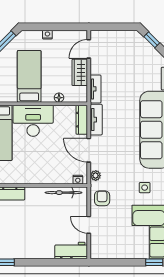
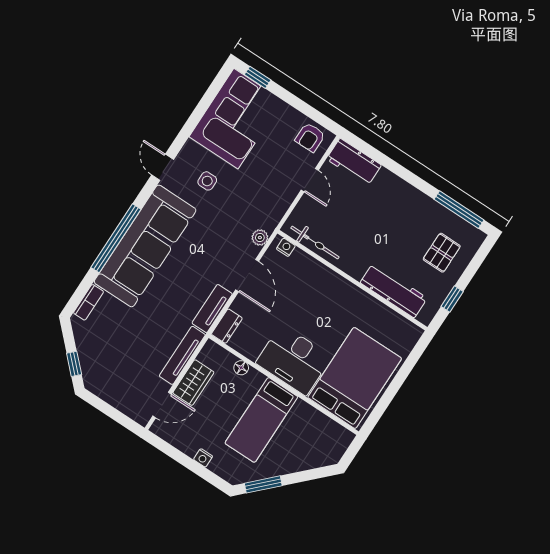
tv unit: (96, 89) -> (182, 355), width x1.41
dresser: (82, 120) -> (227, 326), width x0.70
armchair: (102, 198) -> (310, 137), moved

